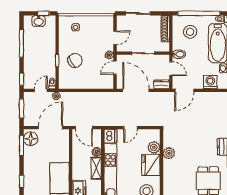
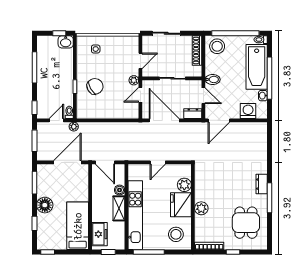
washbasin: (39, 21) -> (66, 42), moved
stool: (190, 32) -> (217, 46), moved
dishwasher: (110, 136) -> (135, 172), removed
floor lamp: (31, 139) -> (45, 205), moved
plant: (169, 153) -> (201, 208), moved

